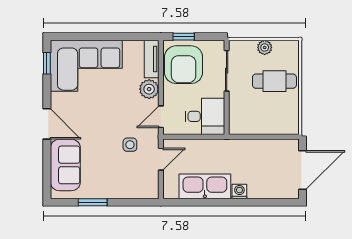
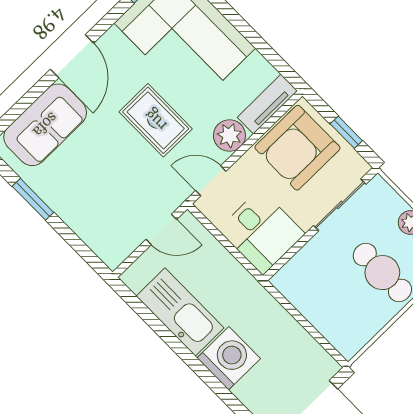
window: (184, 37) -> (346, 132), moved
rug: (111, 115) -> (156, 120), added
side table: (130, 145) -> (143, 177), removed
washing machine: (239, 191) -> (229, 358), width x1.89, depth x1.89

